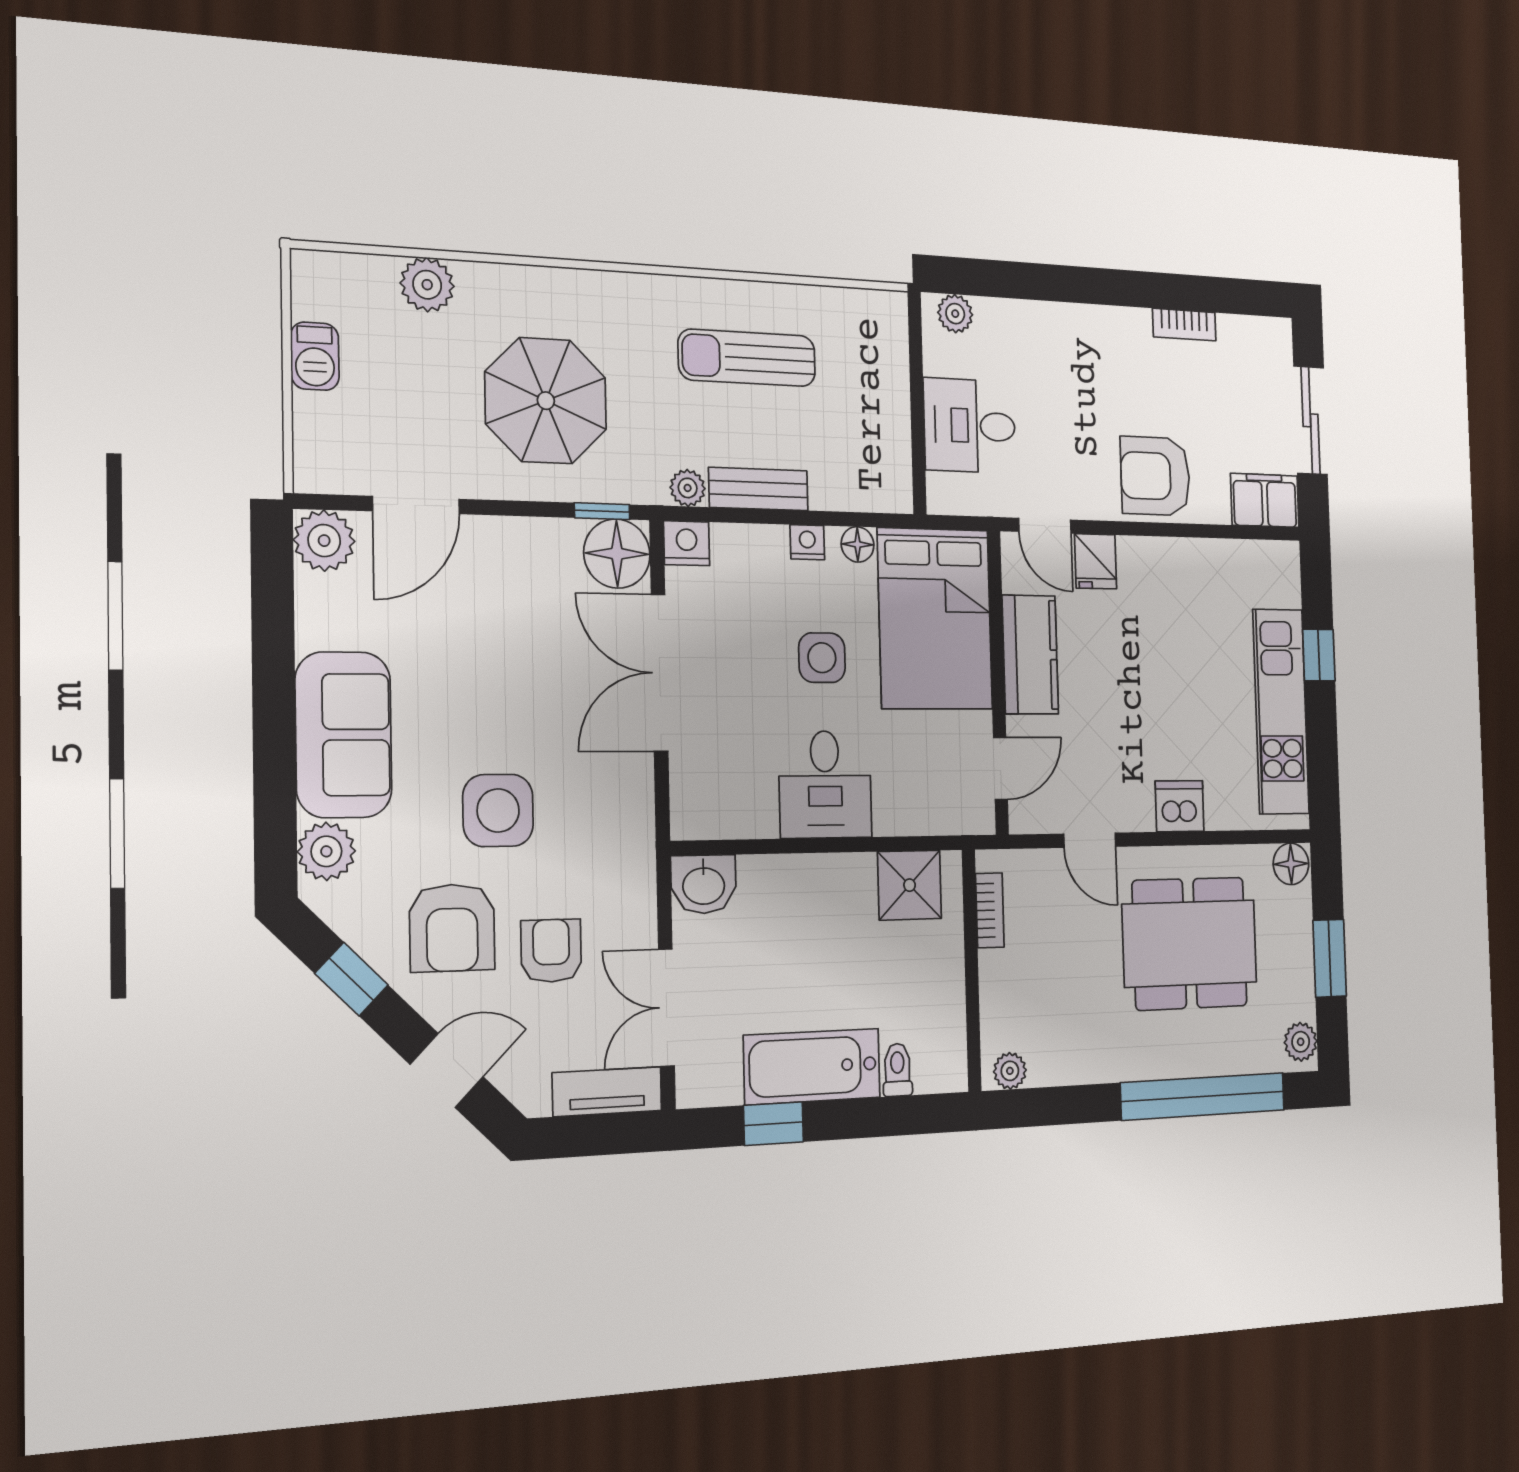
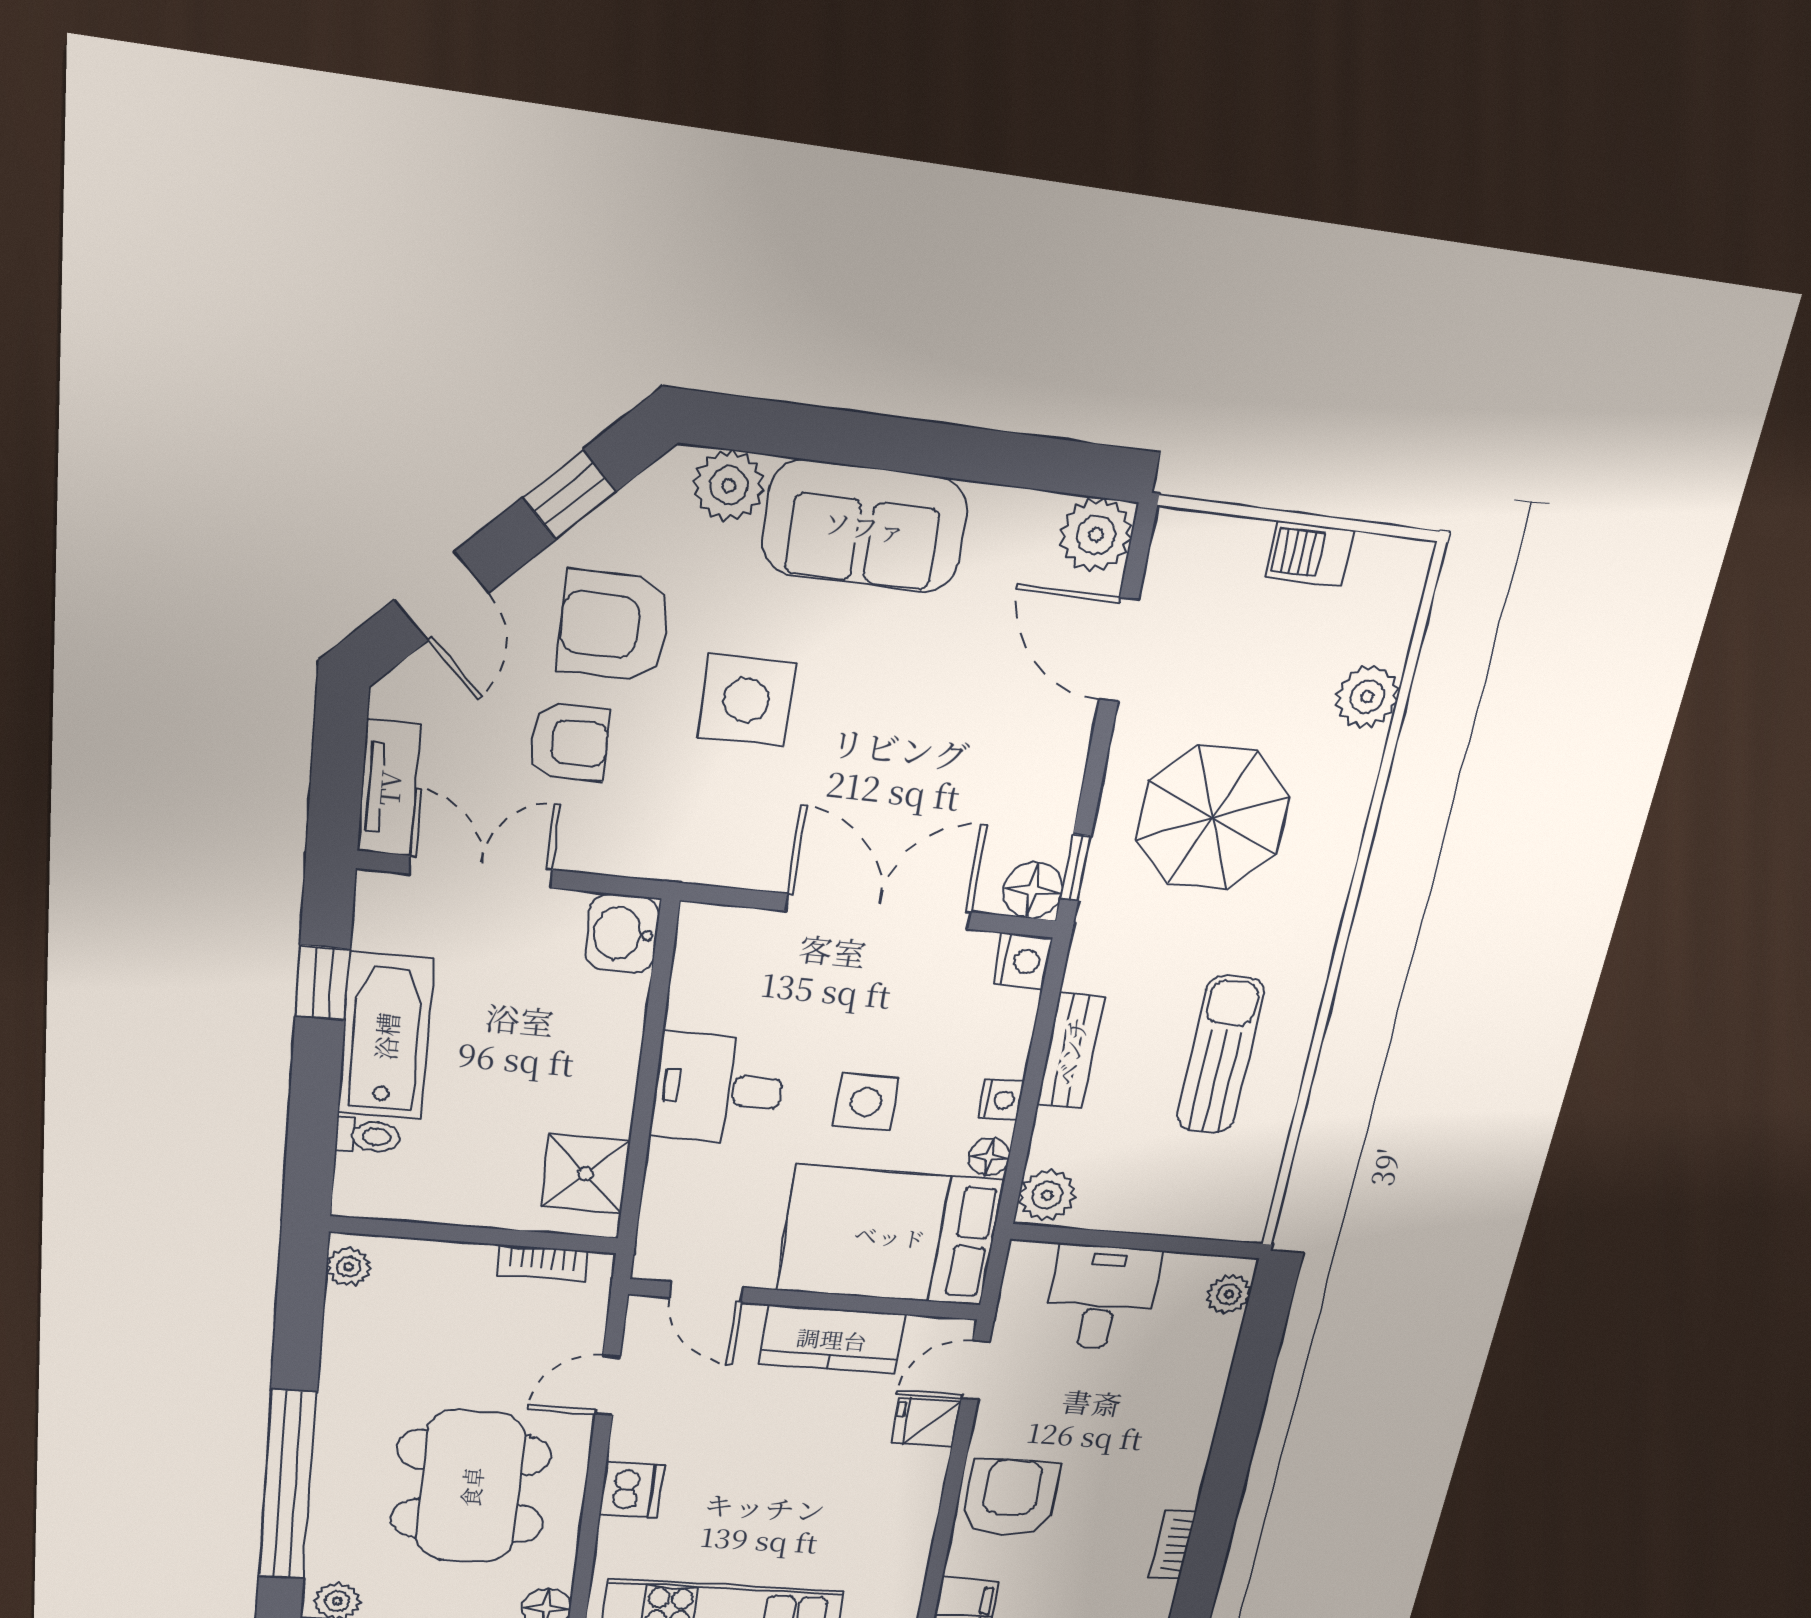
plant: (688, 488) -> (1047, 1195), moved, width x1.38, depth x1.38
floor lamp: (617, 554) -> (1033, 890), width x0.73, depth x0.73

